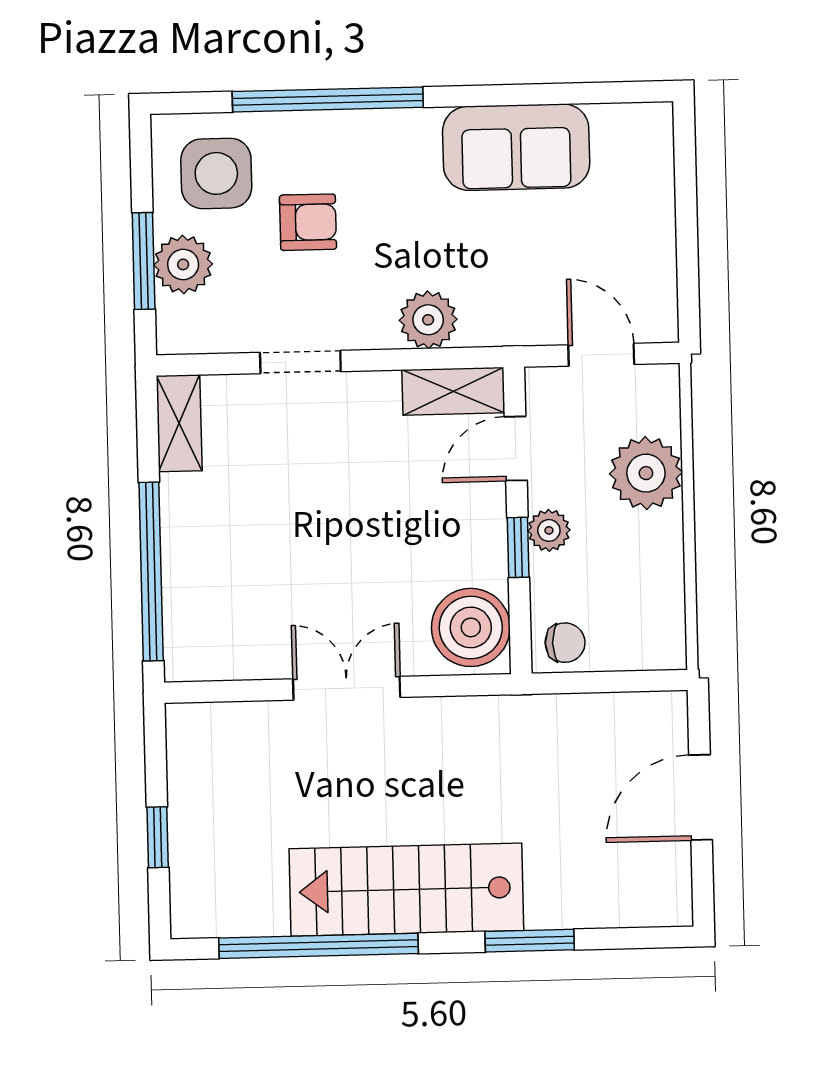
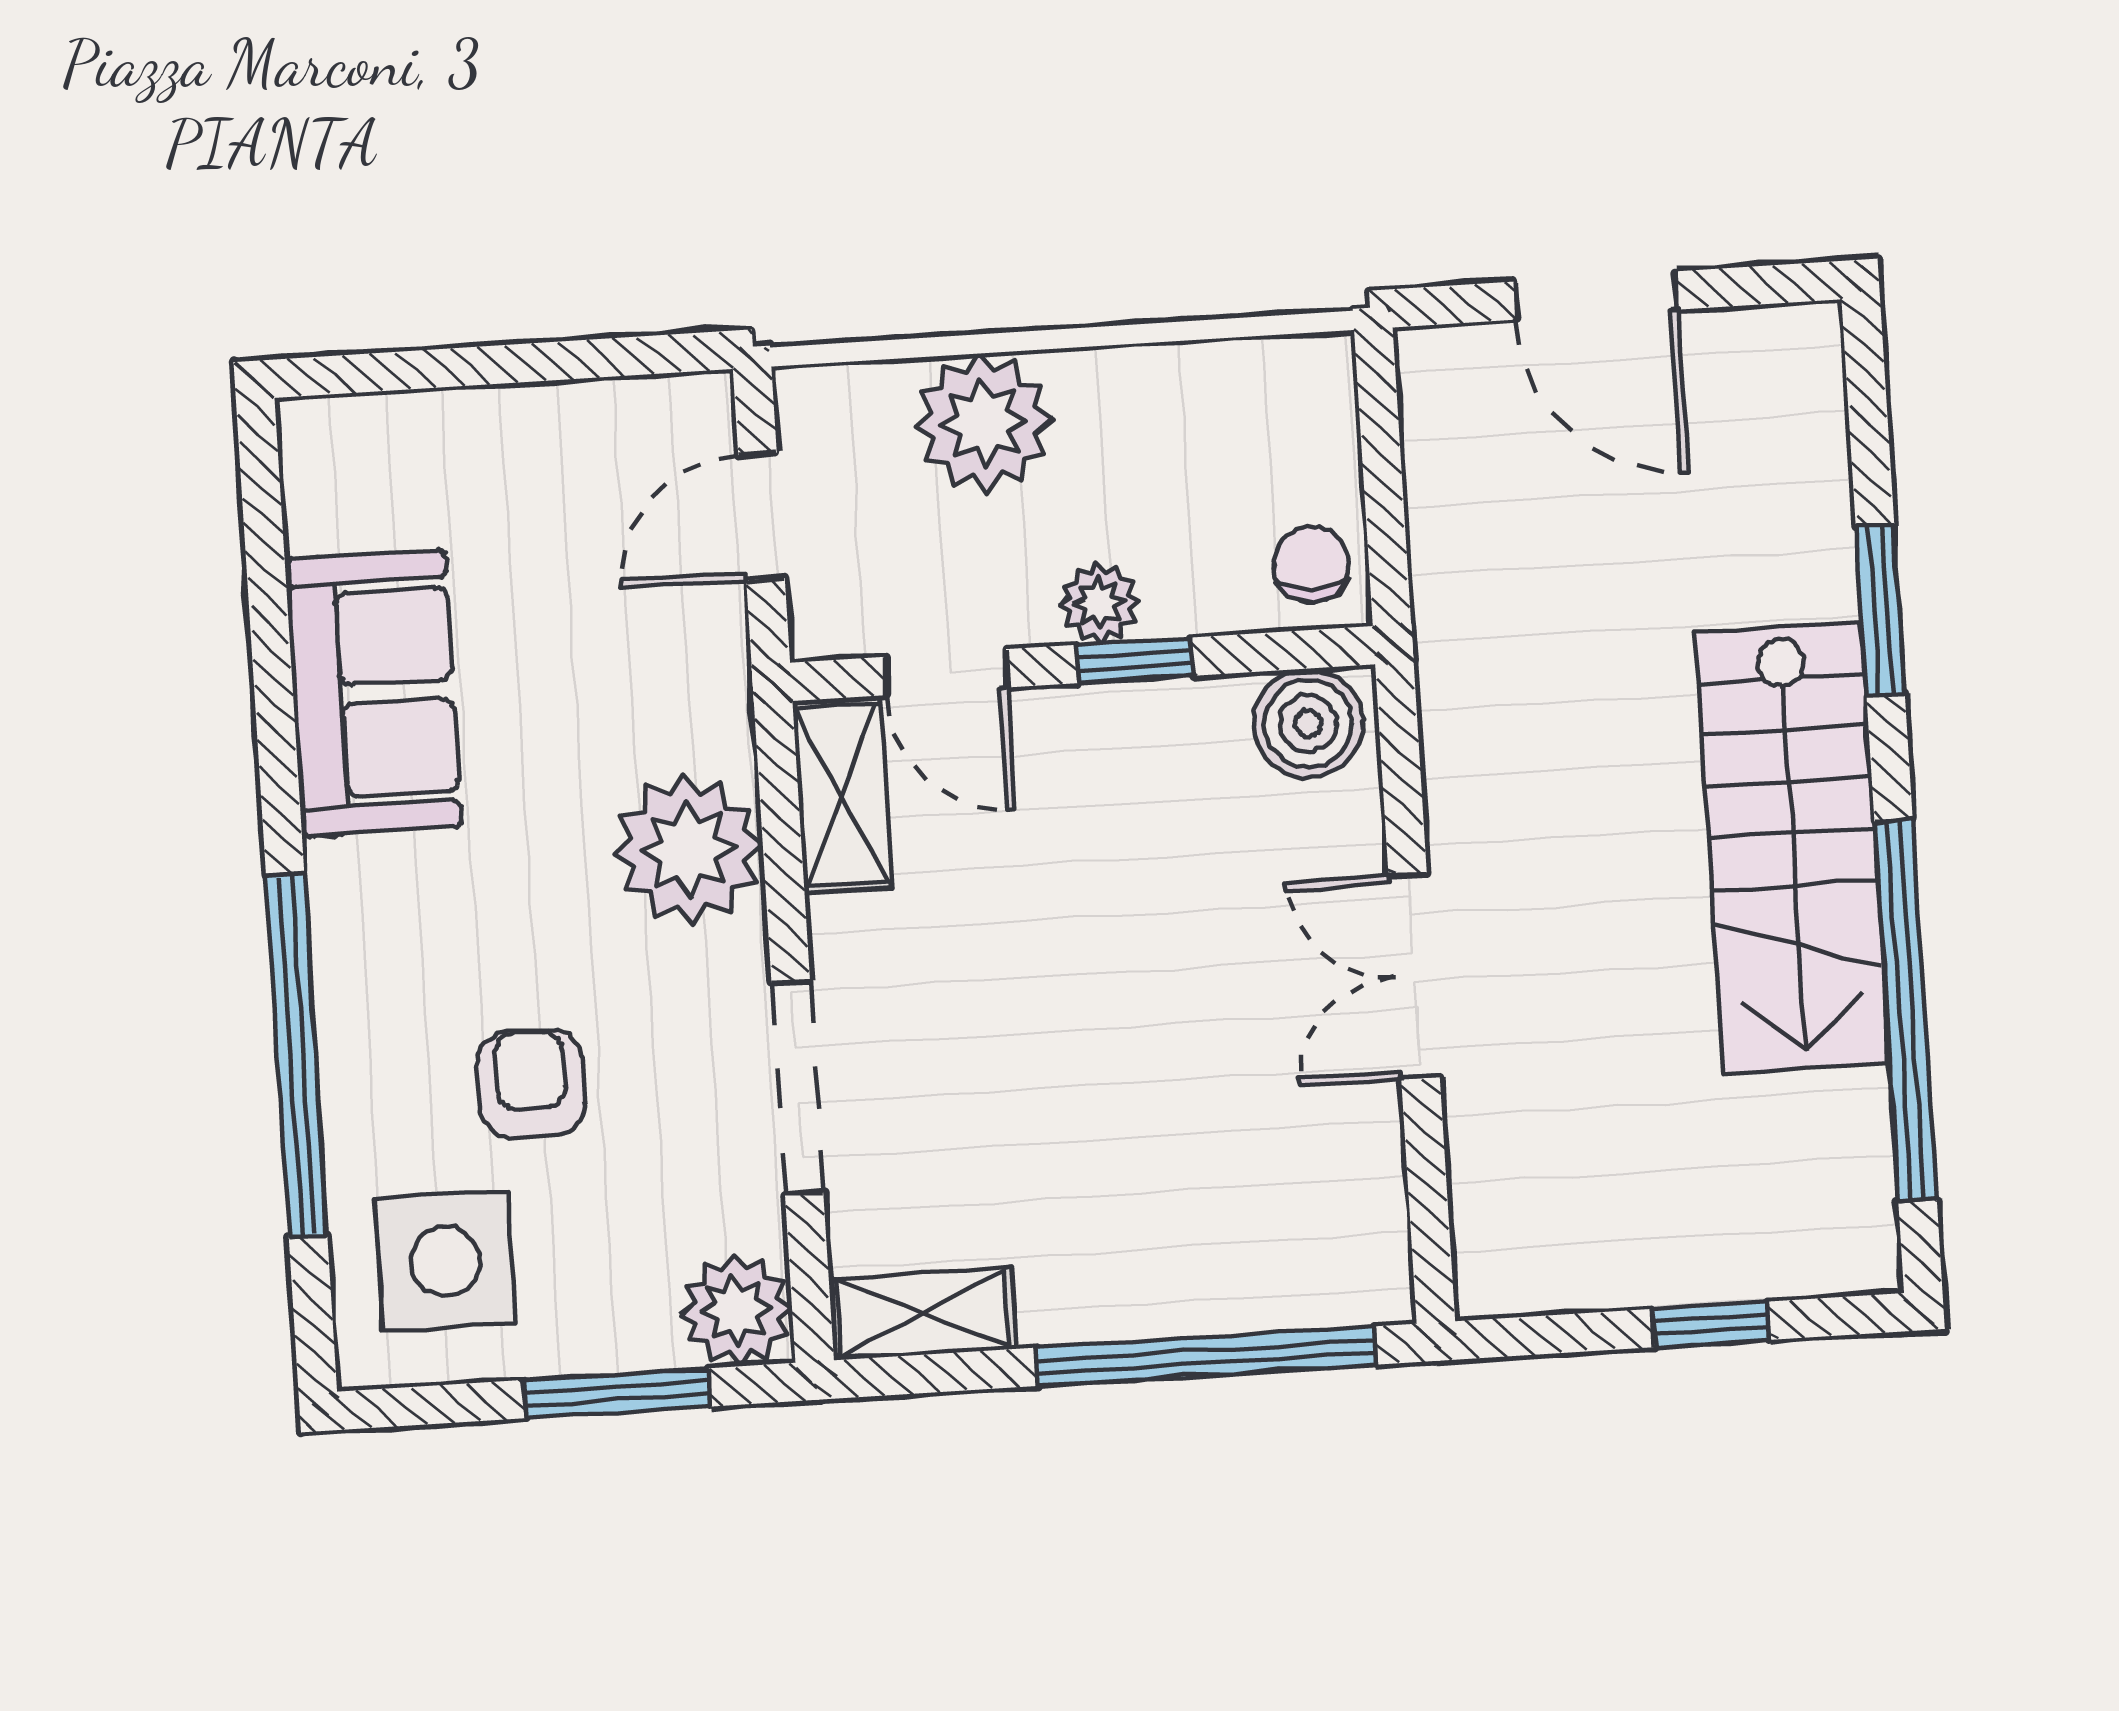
plant: (183, 264) -> (736, 1310), moved
plant: (428, 320) -> (688, 849), width x1.36, depth x1.36
doorway: (300, 362) -> (797, 1088), width x1.38
boiler: (471, 627) -> (1308, 723), width x0.73, depth x0.73

